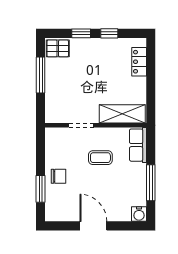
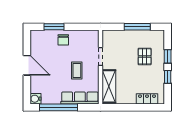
pallet: (58, 48) -> (145, 56), moved
row of seats: (138, 145) -> (80, 98), width x1.48
window: (151, 183) -> (59, 107), width x1.46
door: (93, 226) -> (27, 65), hinge flipped

